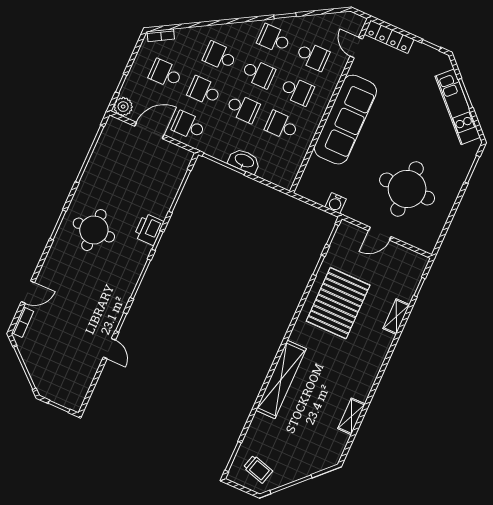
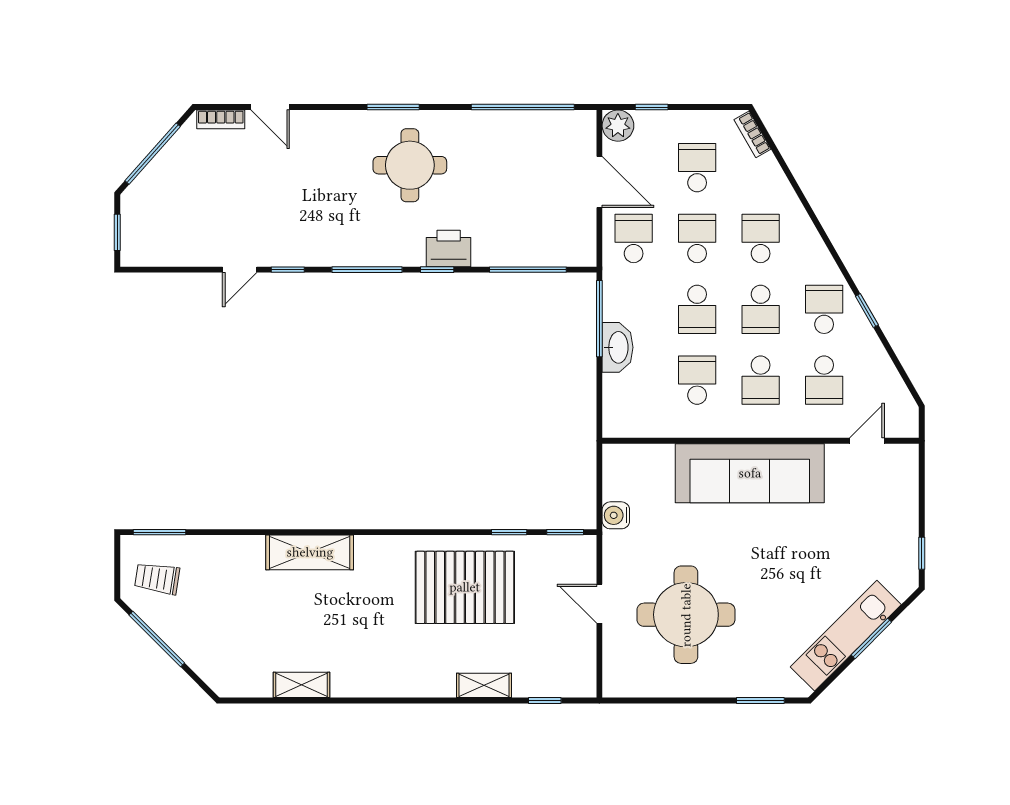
locker: (389, 37) -> (906, 483), removed
shelving: (281, 379) -> (310, 552), width x0.68
trolley: (258, 469) -> (157, 578), turned 83

